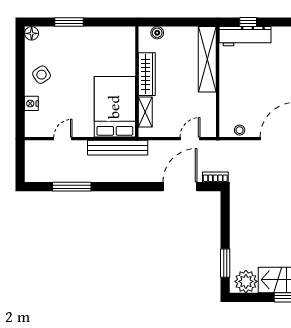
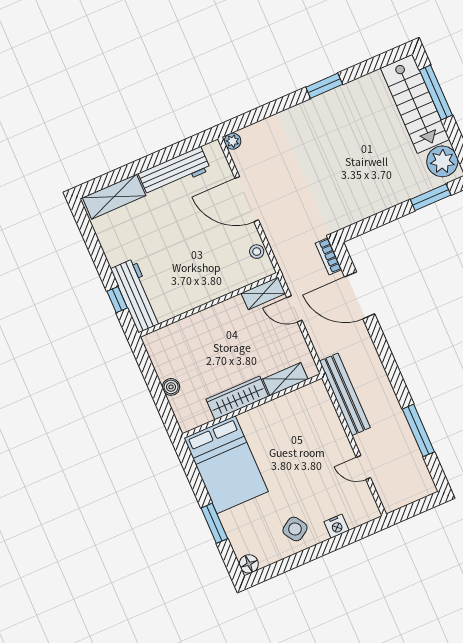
boiler: (157, 33) -> (171, 387), moved
shelving: (207, 59) -> (263, 293), moved, width x0.45, depth x0.75
bed: (115, 107) -> (226, 465), moved, turned -90

